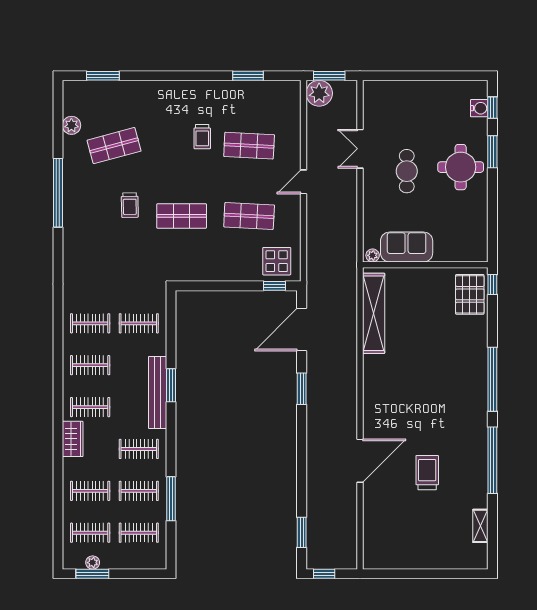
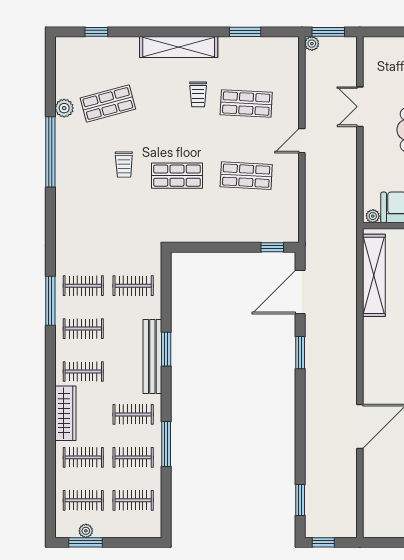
window: (103, 76) -> (96, 32), width x0.67
shelving: (183, 90) -> (179, 47), added
plant: (319, 93) -> (312, 44), width x0.53, depth x0.53
plant: (71, 125) -> (64, 108), moved
display table: (277, 261) -> (275, 222), removed
window: (58, 338) -> (50, 301), added
wardrobe: (73, 439) -> (65, 413), width x1.50
window: (171, 499) -> (166, 444), moved

